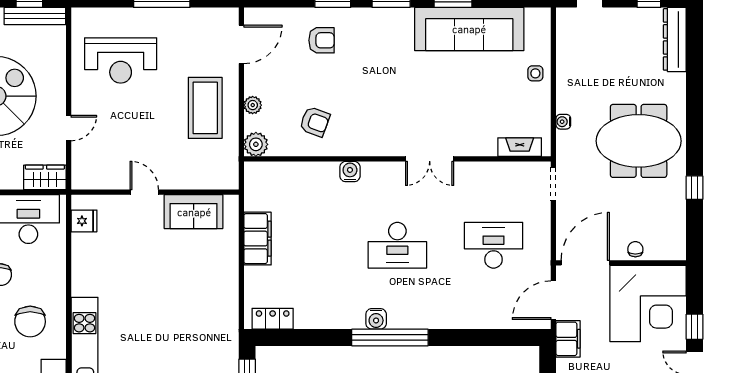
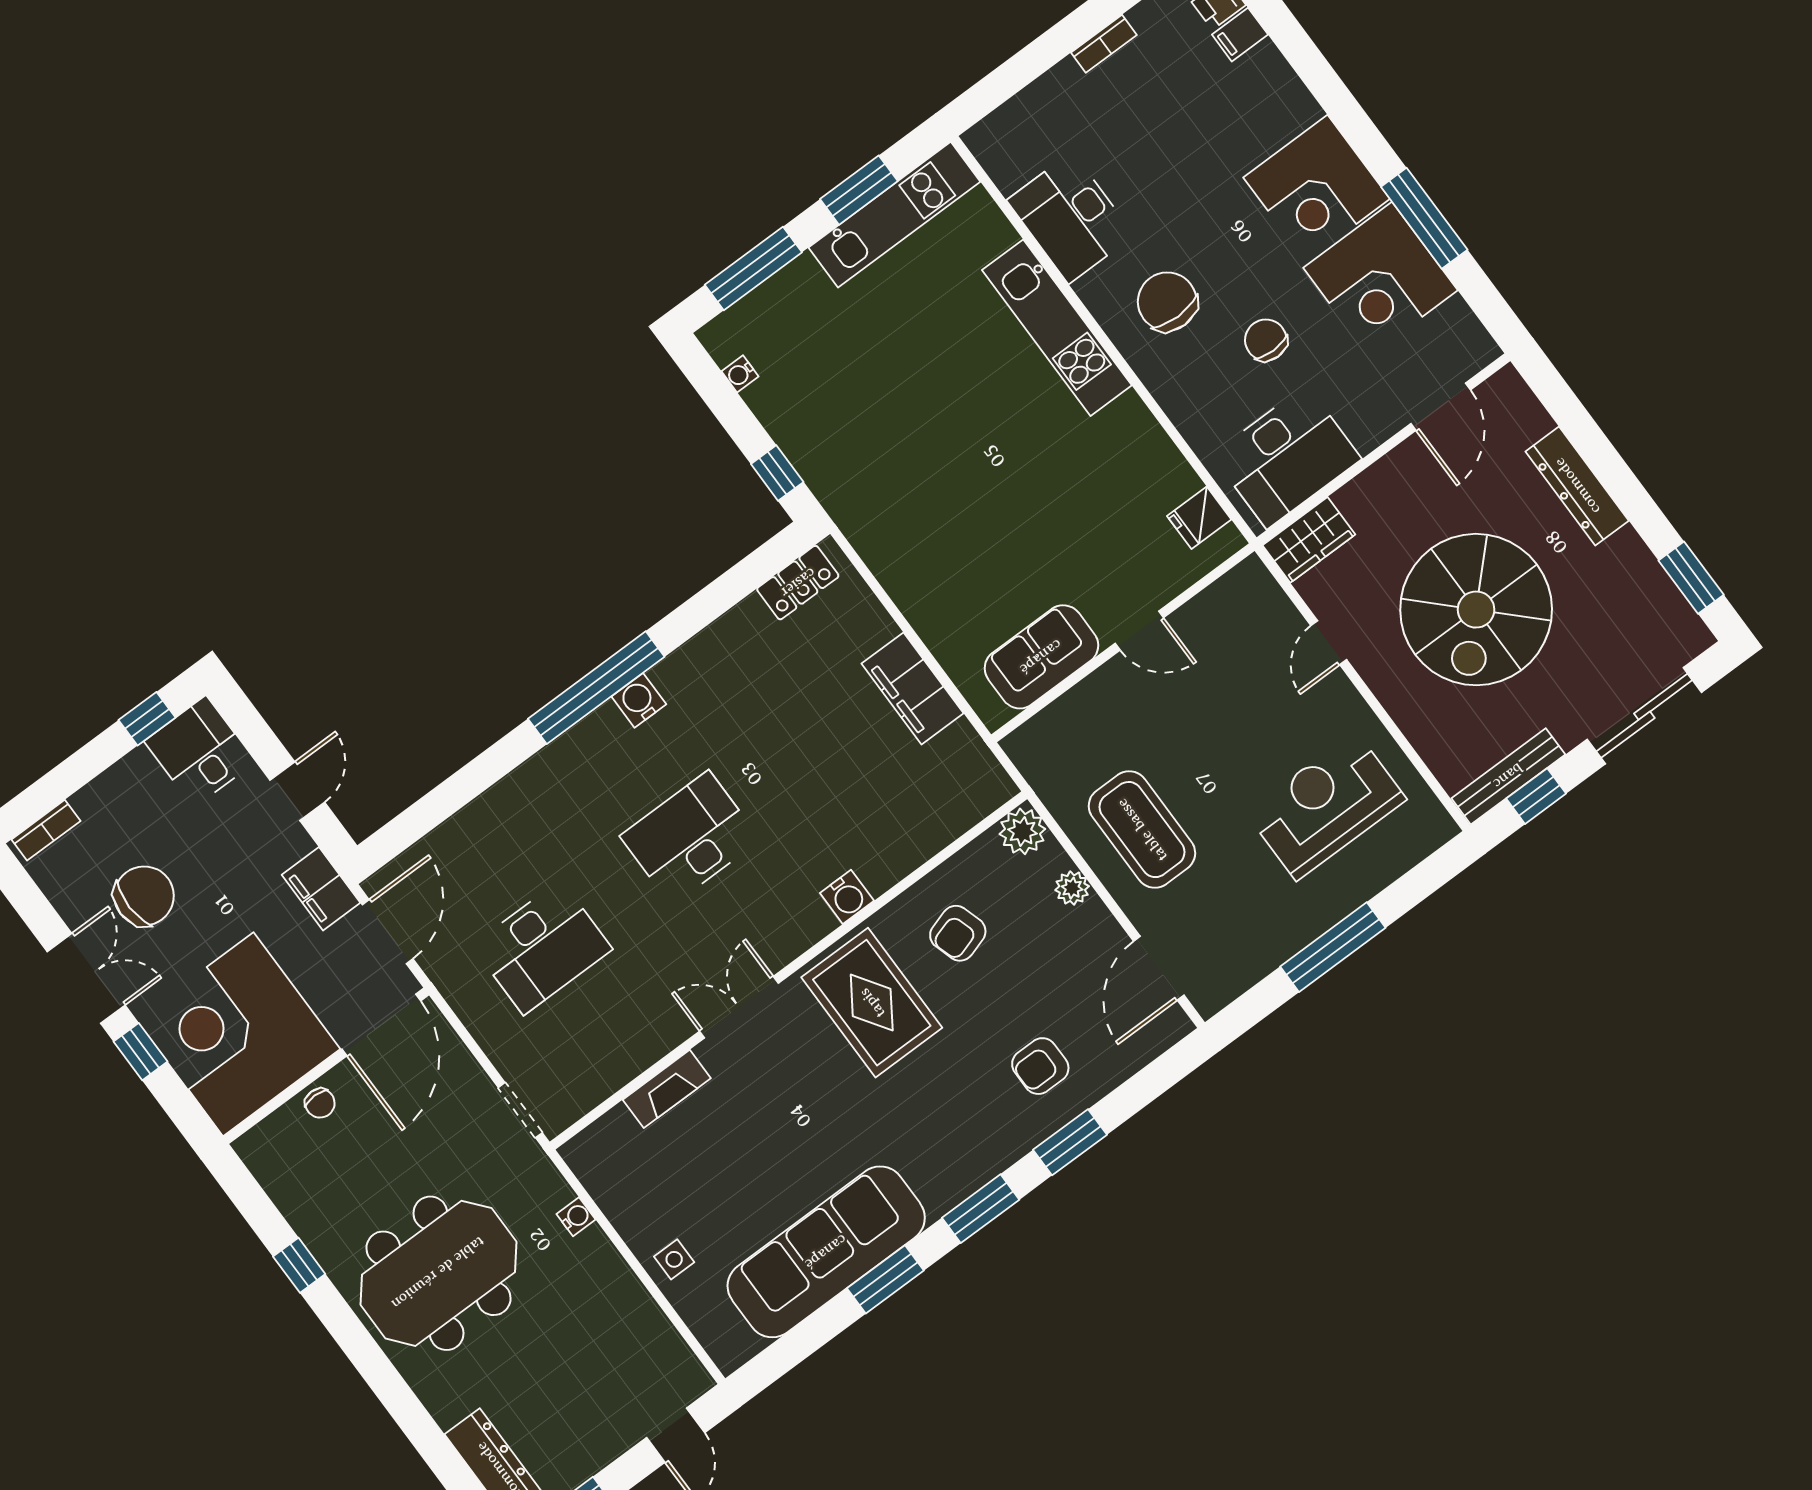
rug: (372, 120) -> (872, 1003), added
armchair: (315, 122) -> (958, 933), turned -37
fireplace: (520, 147) -> (667, 1089), moved

